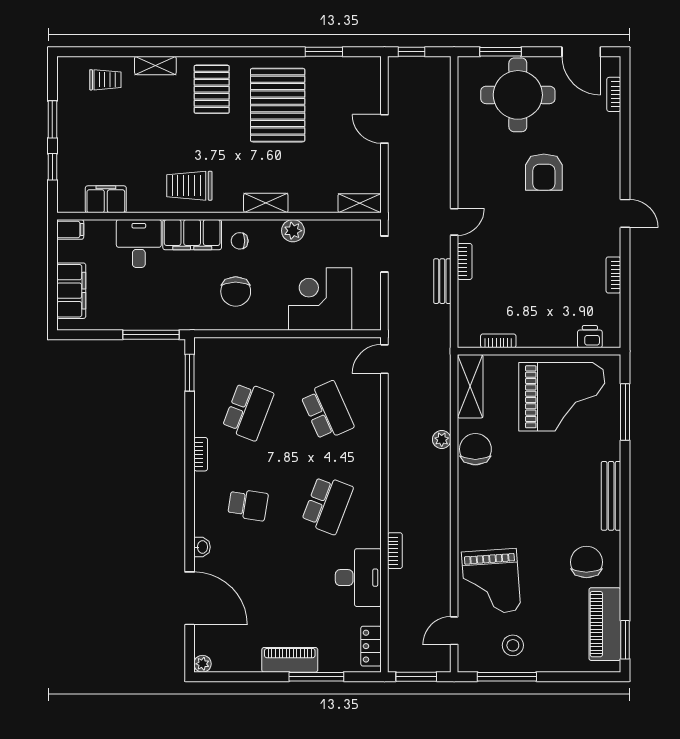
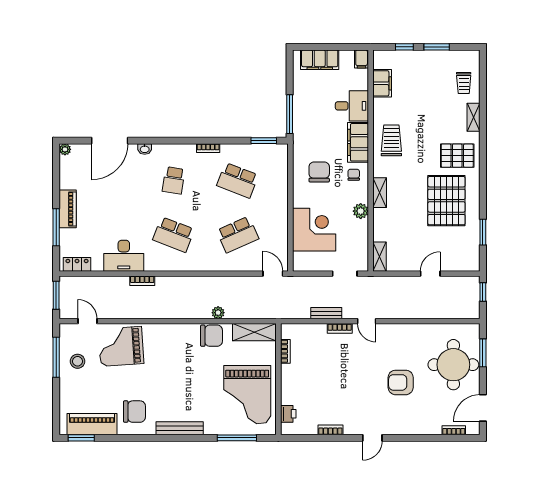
pallet: (278, 105) -> (446, 201), turned 90
chair: (236, 291) -> (319, 172), turned 90

